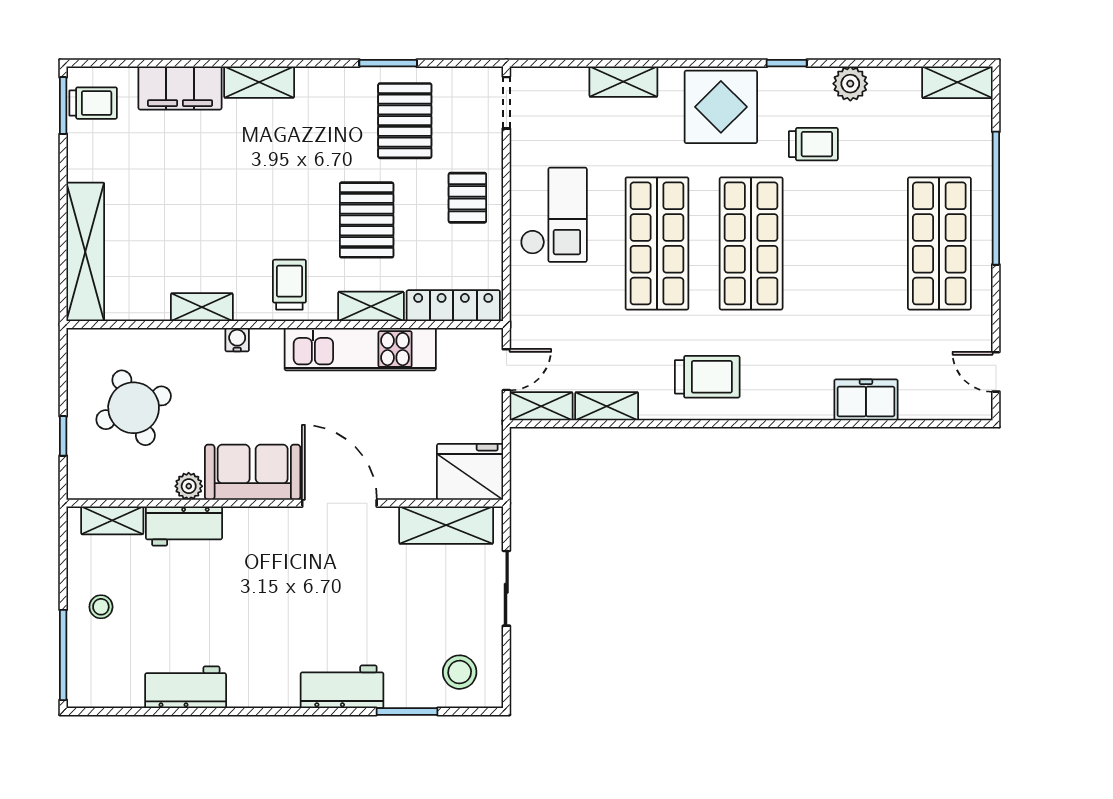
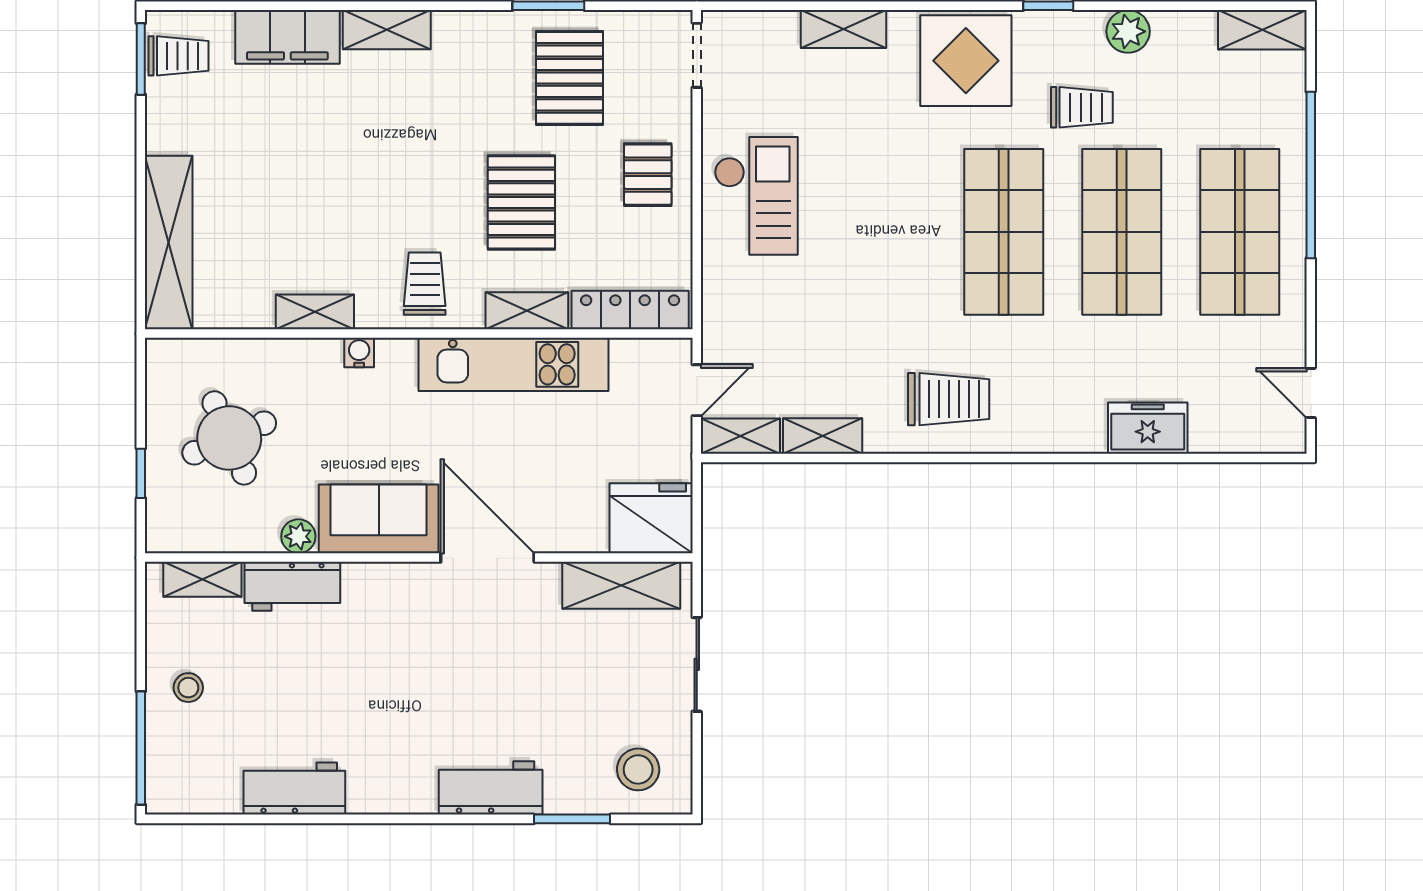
shop shelf: (657, 243) -> (1122, 232), moved

